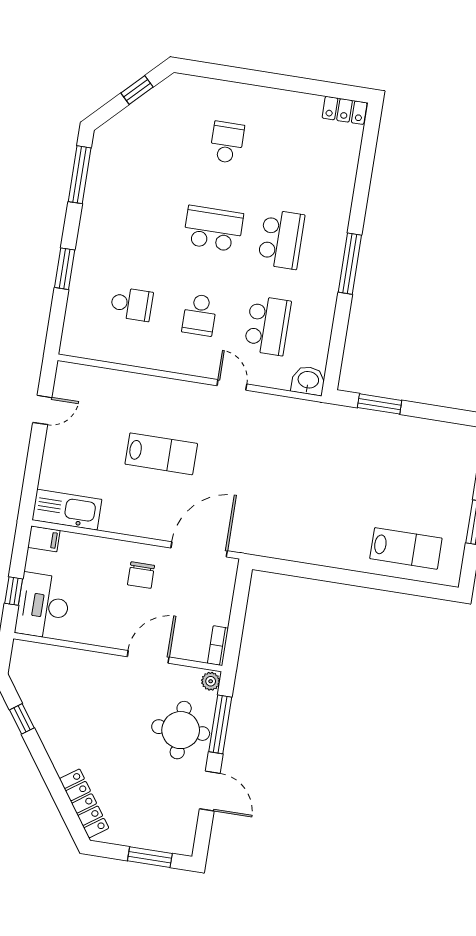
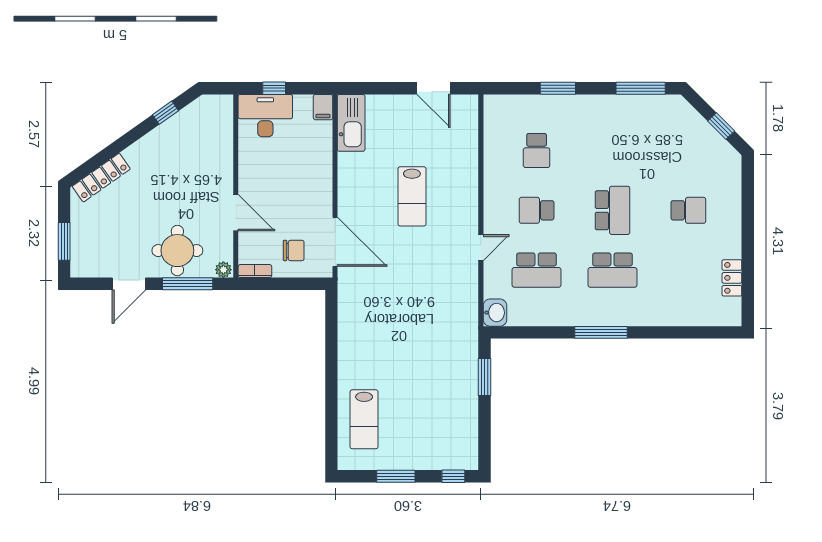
locker: (345, 110) -> (732, 278), moved
door: (42, 410) -> (434, 88), width x1.38
chair: (141, 575) -> (294, 250), moved, turned 180

